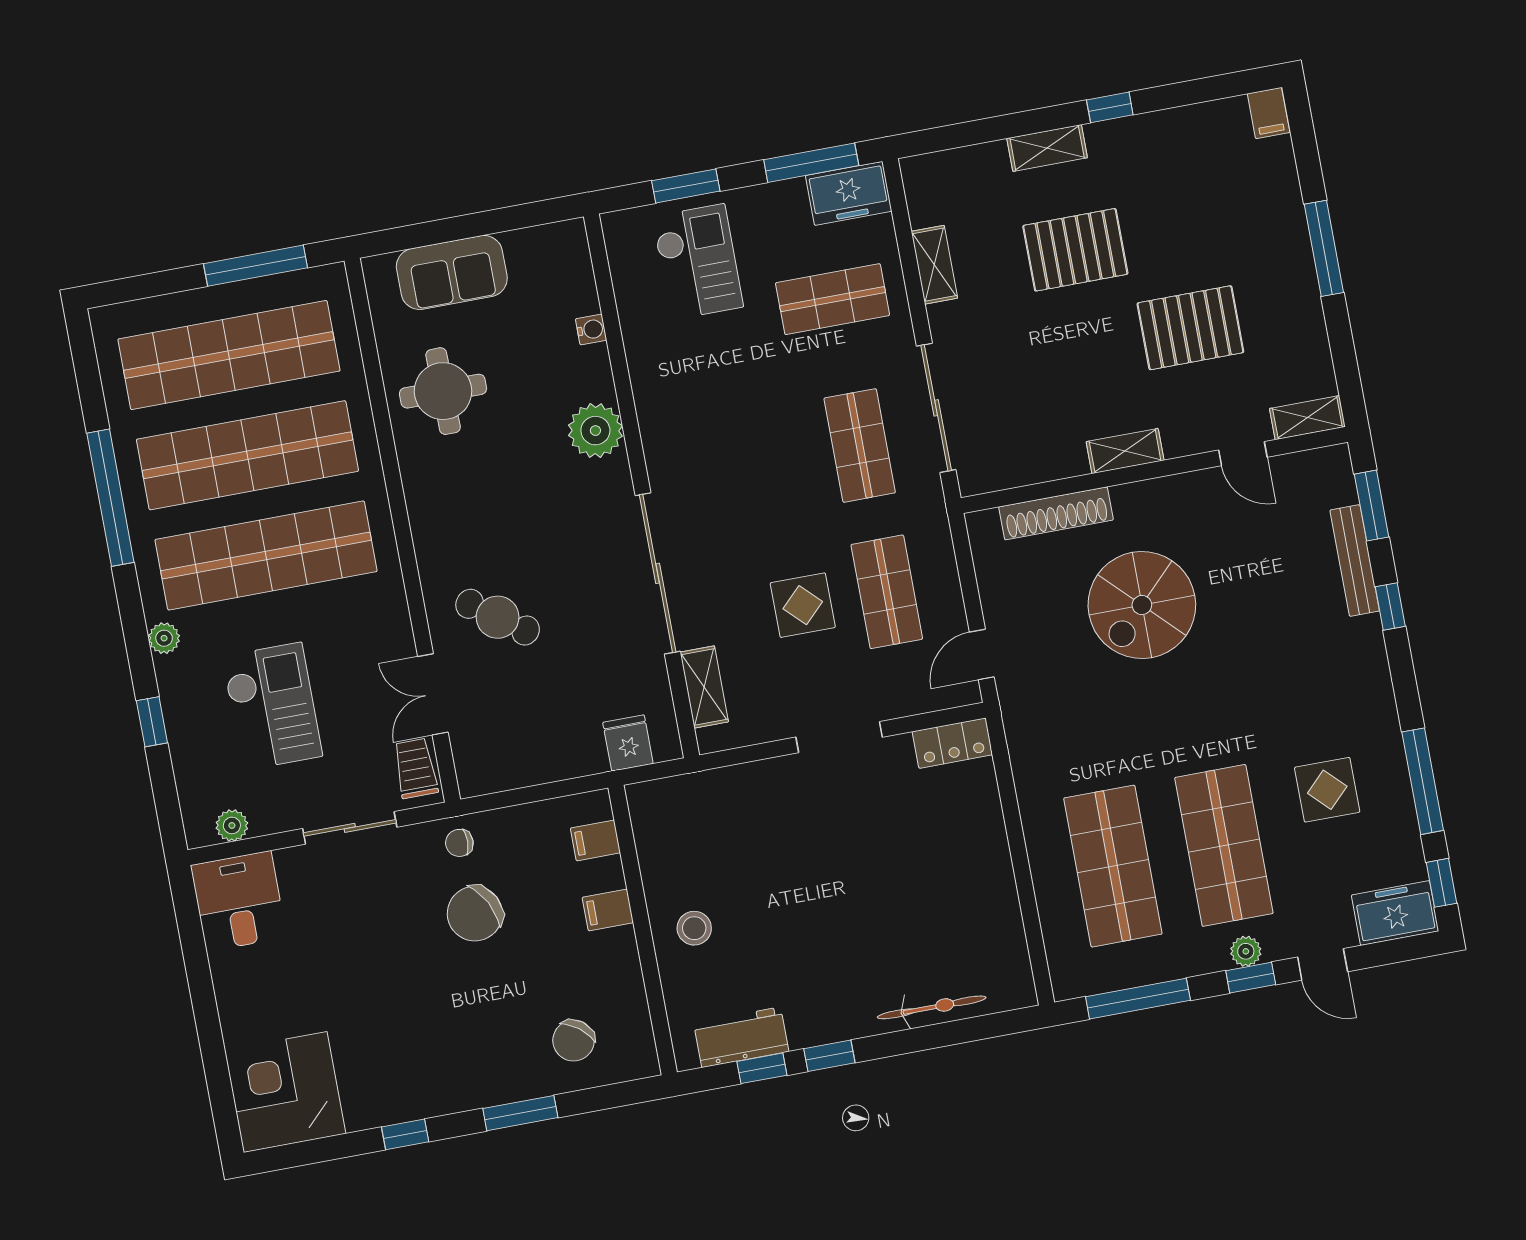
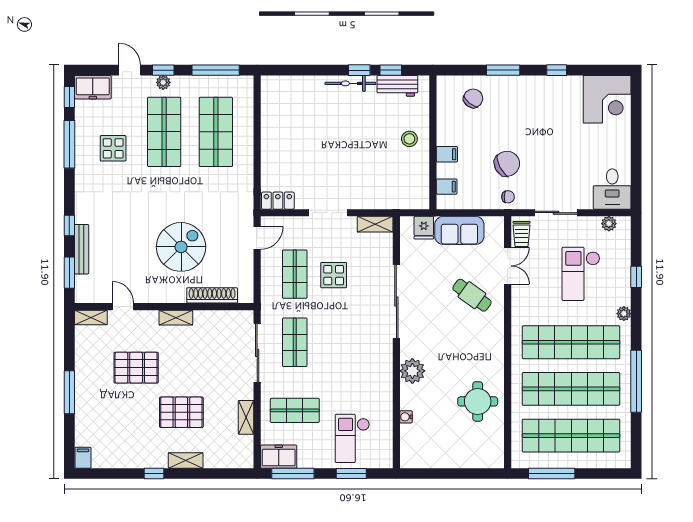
sofa: (452, 272) -> (459, 230), moved, turned 180
shelving: (704, 687) -> (375, 224), moved, turned 90
bicycle: (932, 1007) -> (350, 83), moved

